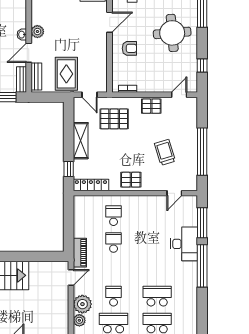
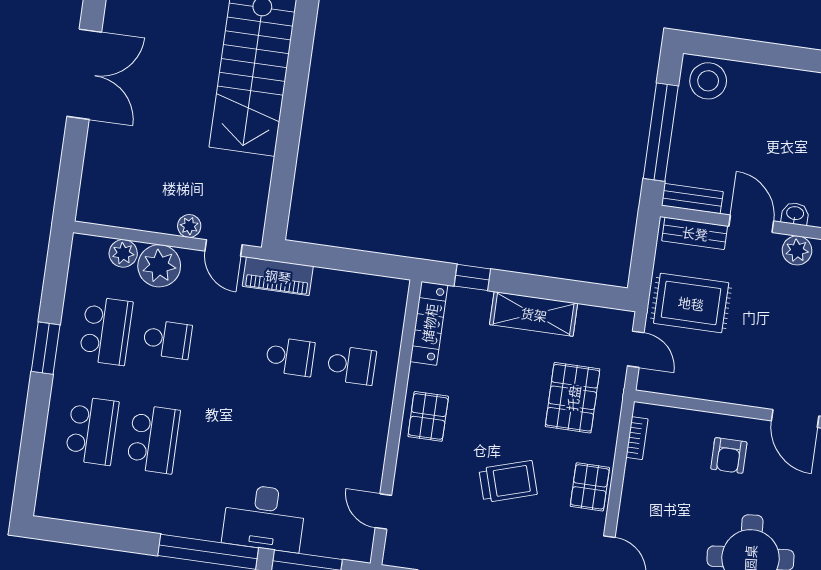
door: (89, 95) -> (636, 349), swing flipped
trolley: (165, 152) -> (508, 482), moved
plant: (64, 294) -> (189, 226), added

